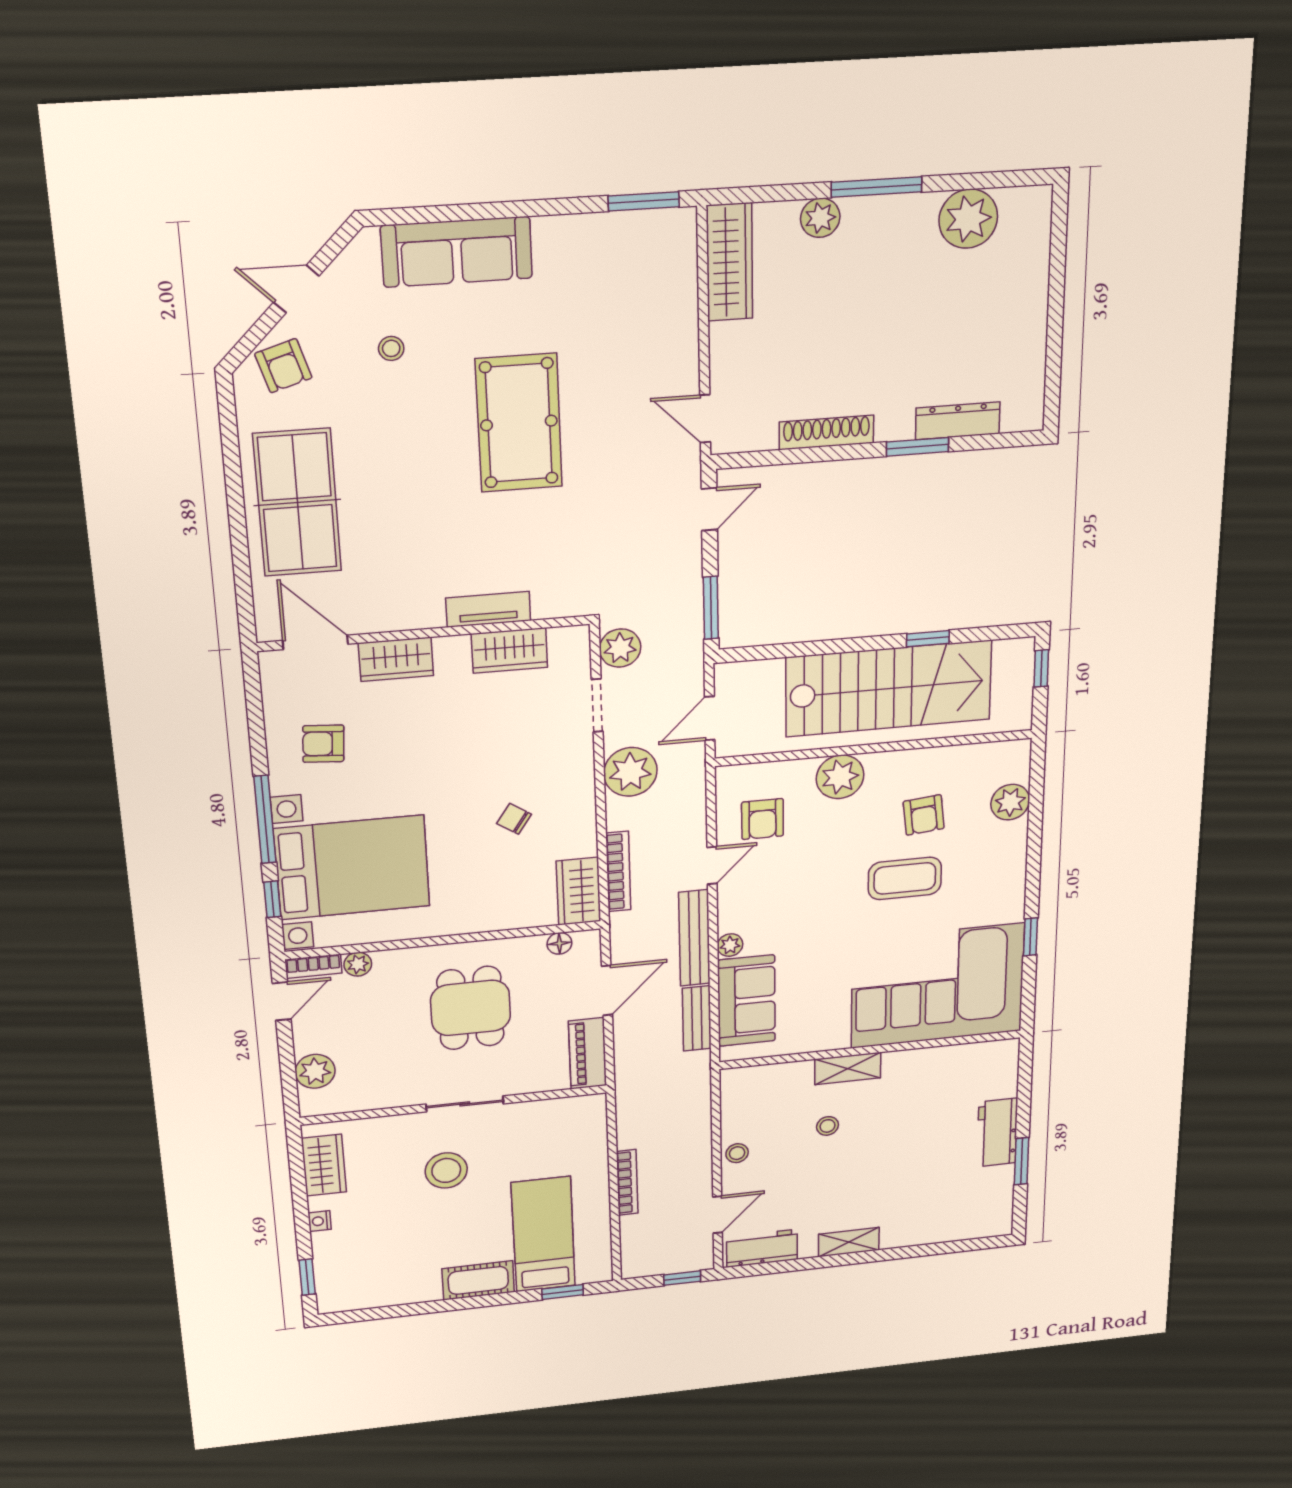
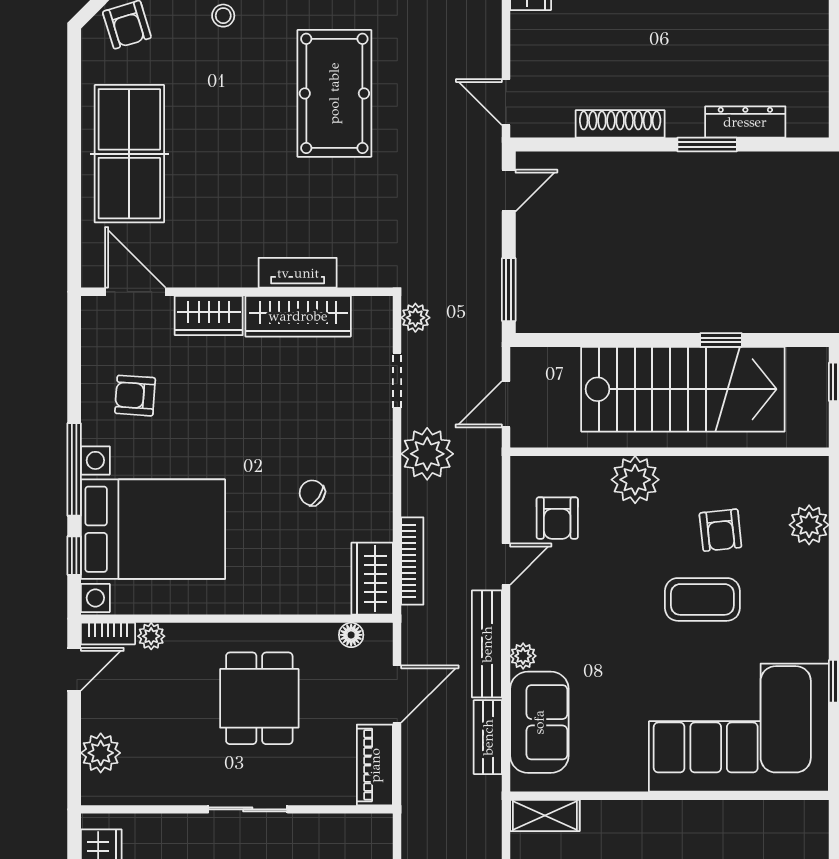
plant: (620, 648) -> (415, 318), width x0.73, depth x0.73
wardrobe: (509, 651) -> (298, 316), width x1.50
shelving: (848, 1069) -> (545, 815), moved

